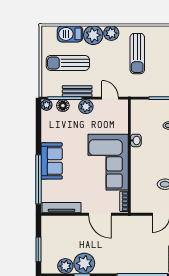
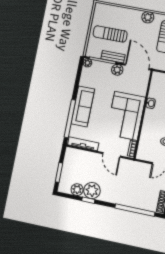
barbecue: (70, 34) -> (116, 12), removed
plant: (93, 35) -> (134, 16), removed
door: (110, 98) -> (137, 67), width x1.87
floor lamp: (63, 106) -> (100, 66), removed
sofa: (52, 161) -> (83, 106), width x1.36

